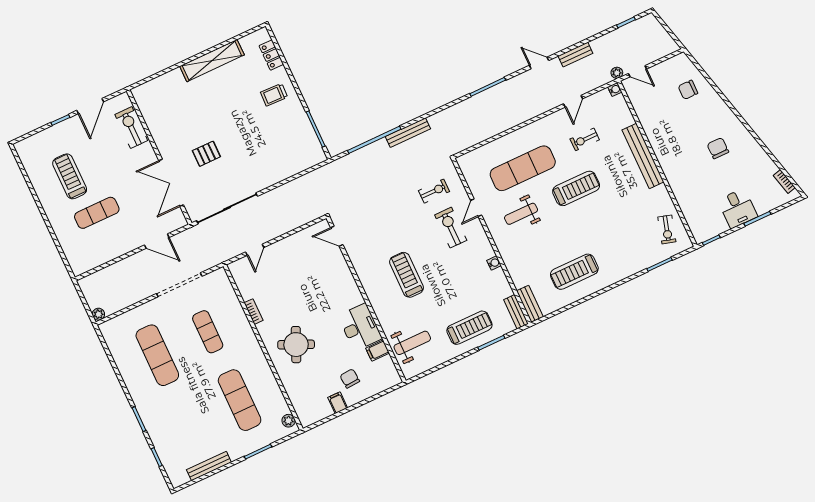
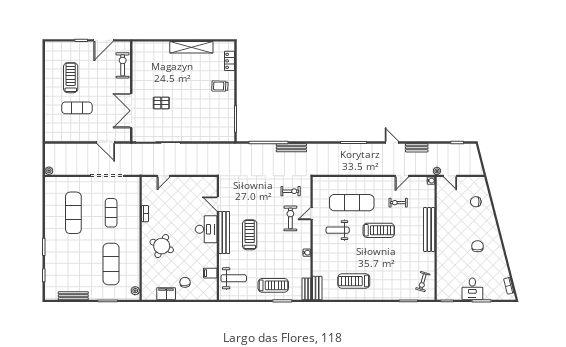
door: (337, 236) -> (218, 204), moved
bench: (371, 288) -> (224, 233), added
desk: (360, 327) -> (206, 229), moved
filing cabinet: (338, 403) -> (166, 294), width x2.00

